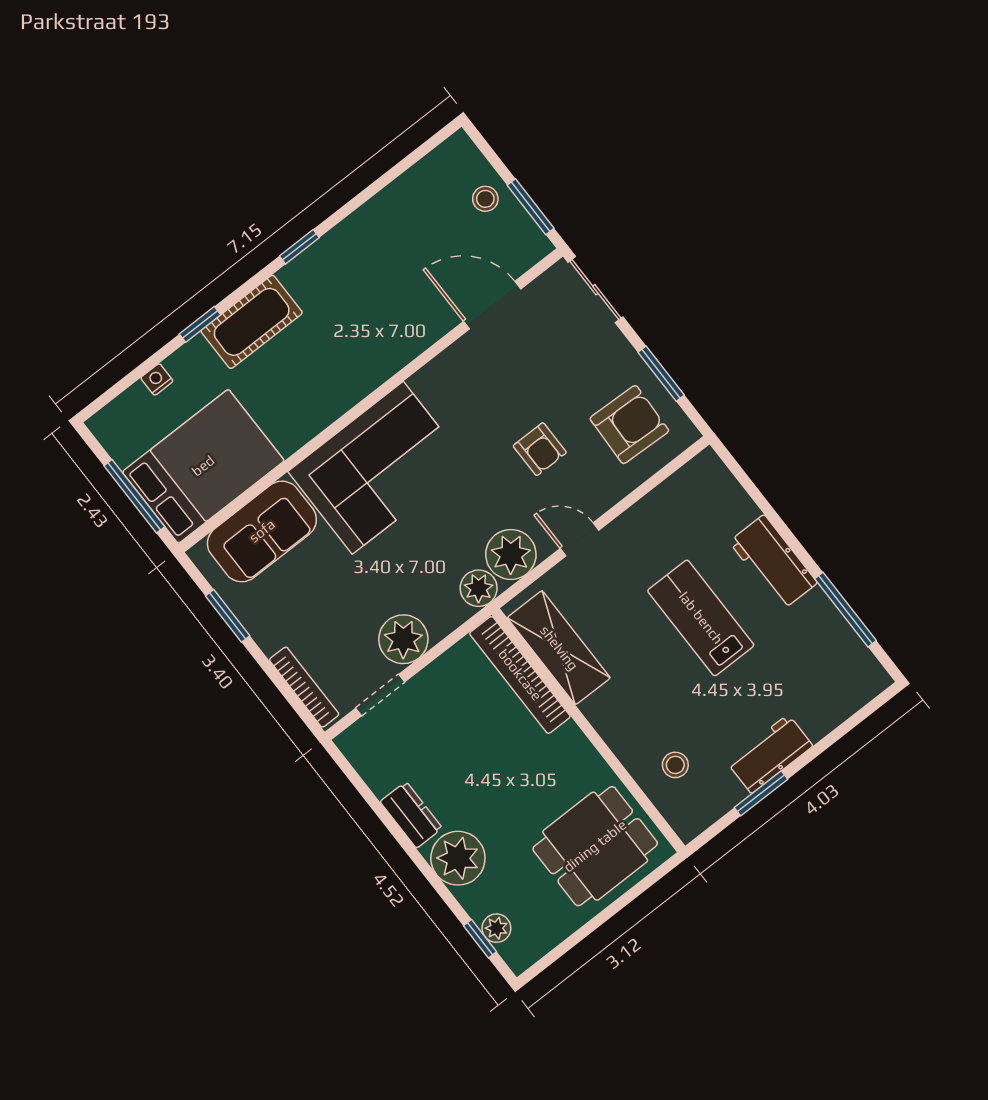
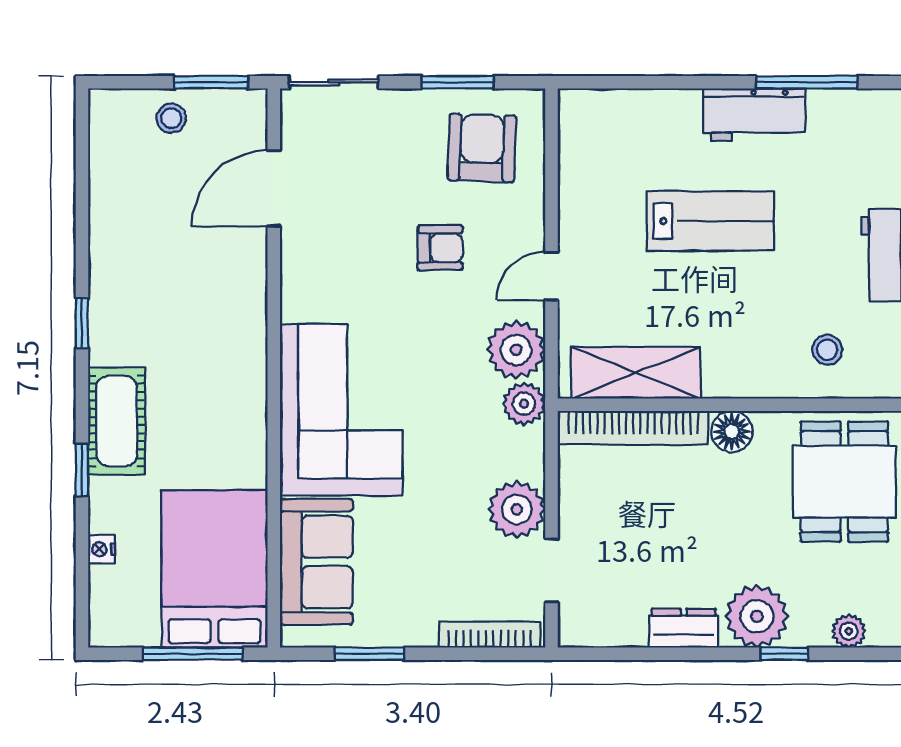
workbench: (773, 562) -> (754, 115), moved
lab bench: (701, 618) -> (711, 221), turned 180
floor lamp: (570, 744) -> (732, 431), added
window: (480, 939) -> (784, 654), moved

